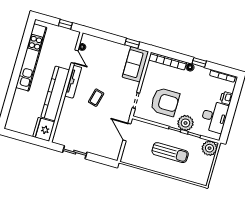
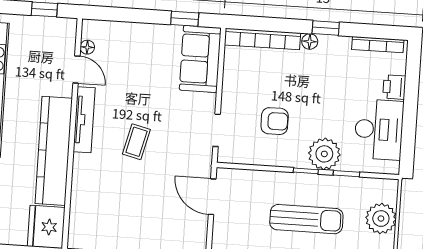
armchair: (165, 102) -> (275, 121), width x0.53, depth x0.53
plant: (210, 148) -> (381, 219), moved

